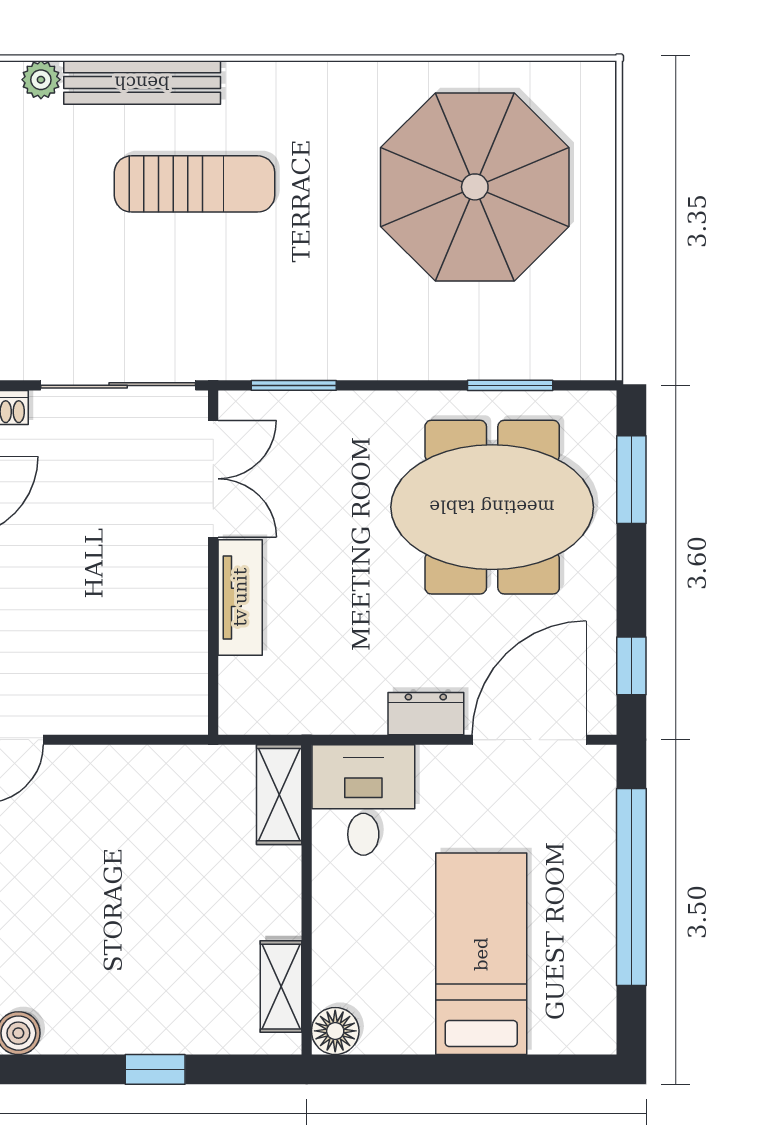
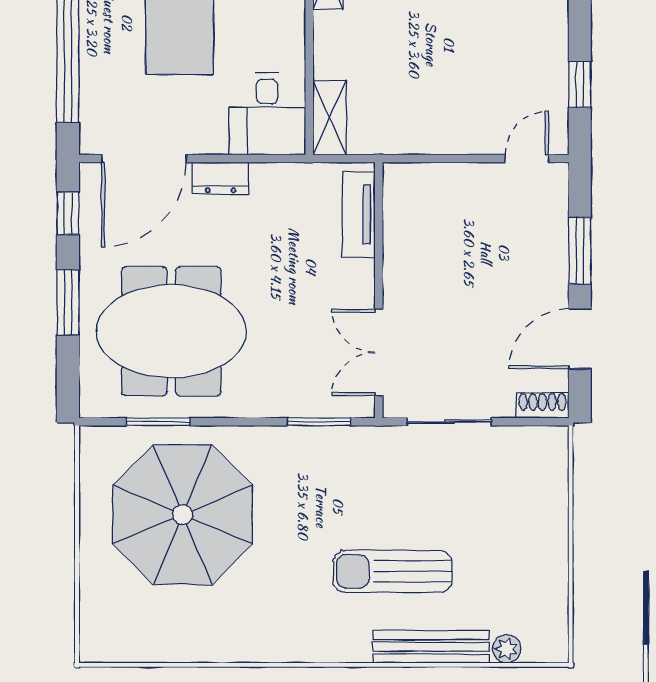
parasol: (475, 187) -> (183, 515), moved
sliding door: (118, 385) -> (449, 422), width x0.73
window: (631, 480) -> (68, 302), moved
tv unit: (240, 597) -> (359, 214), moved

